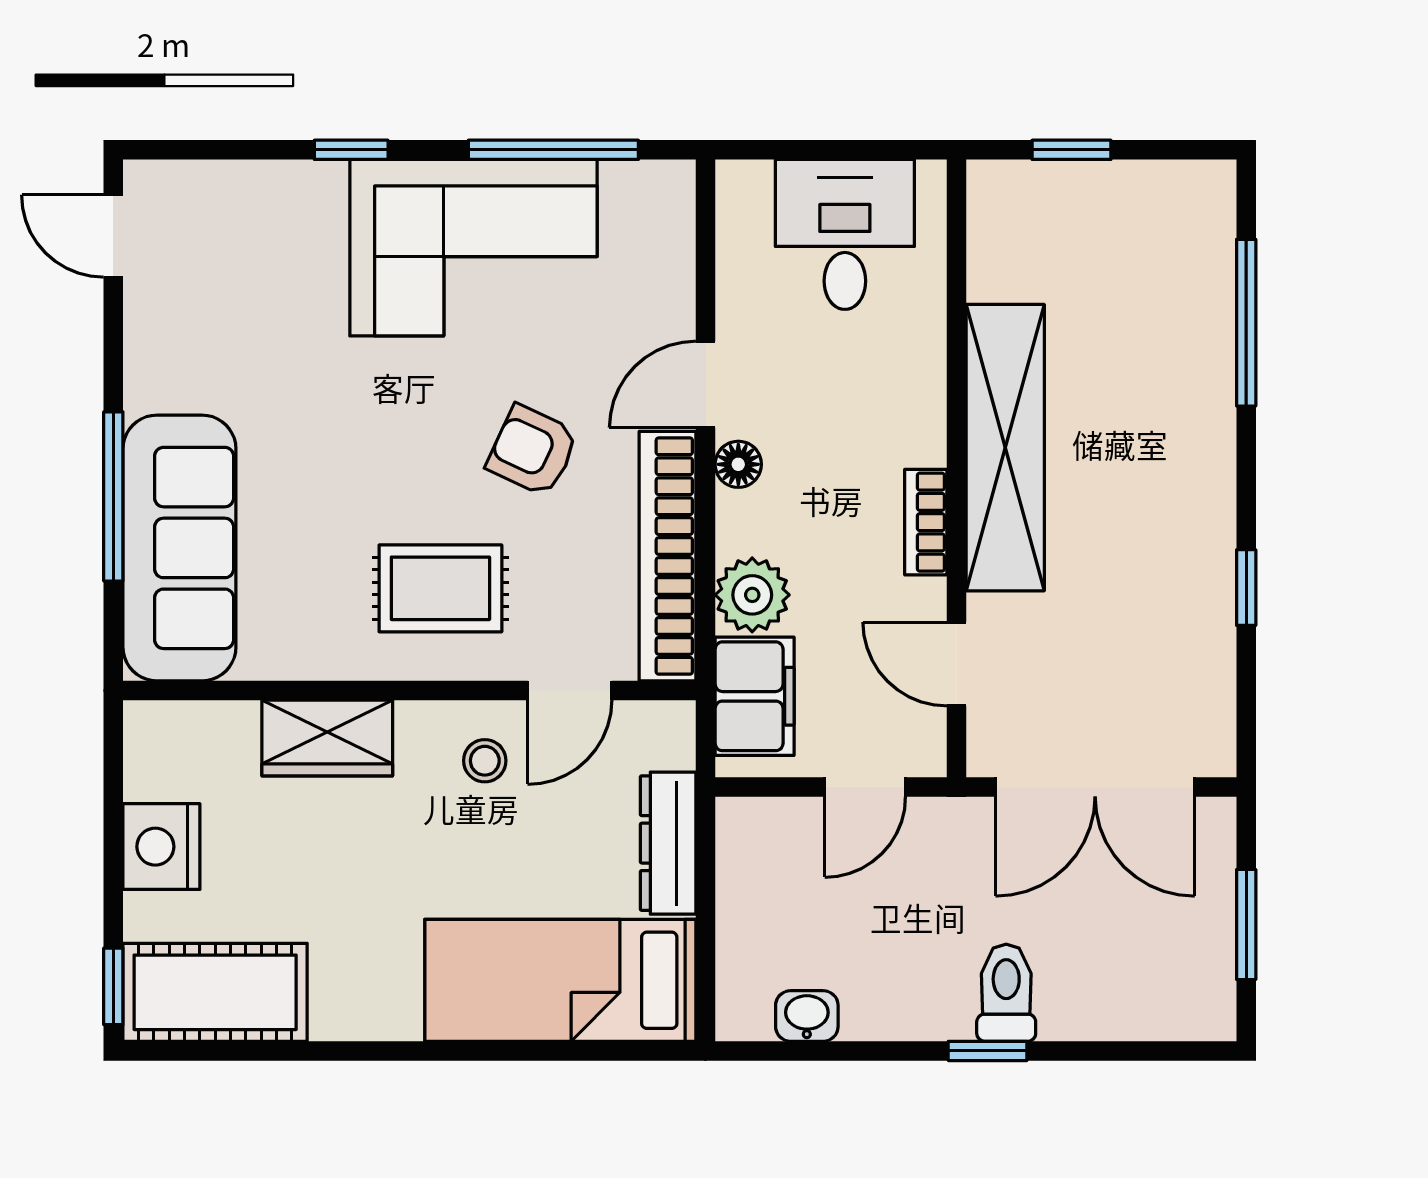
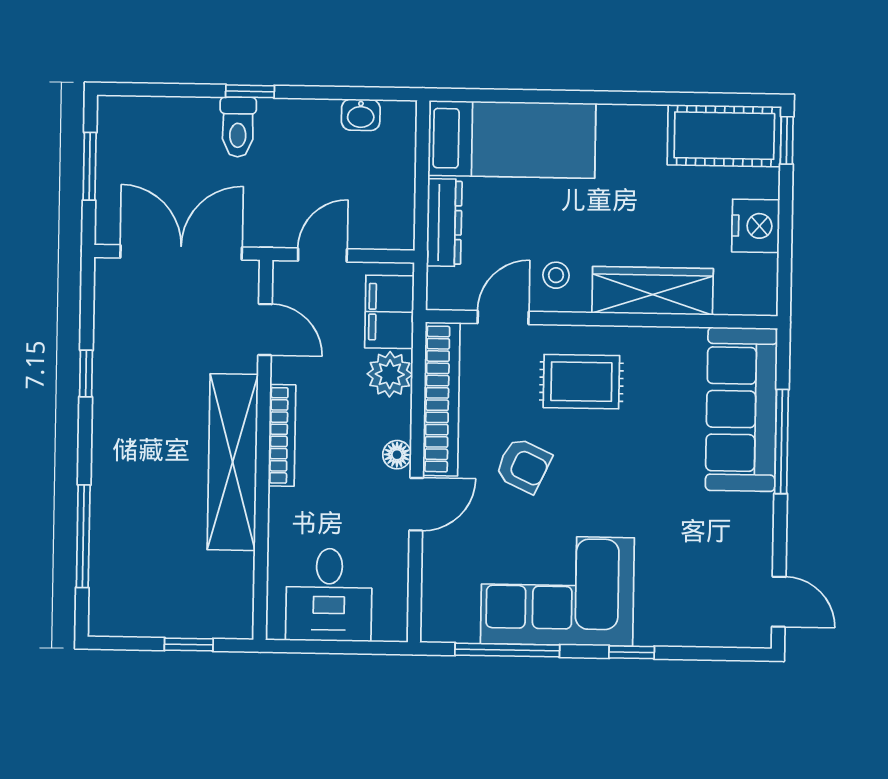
bookcase: (926, 522) -> (282, 435), width x1.56
wardrobe: (327, 738) -> (653, 291), width x1.50

